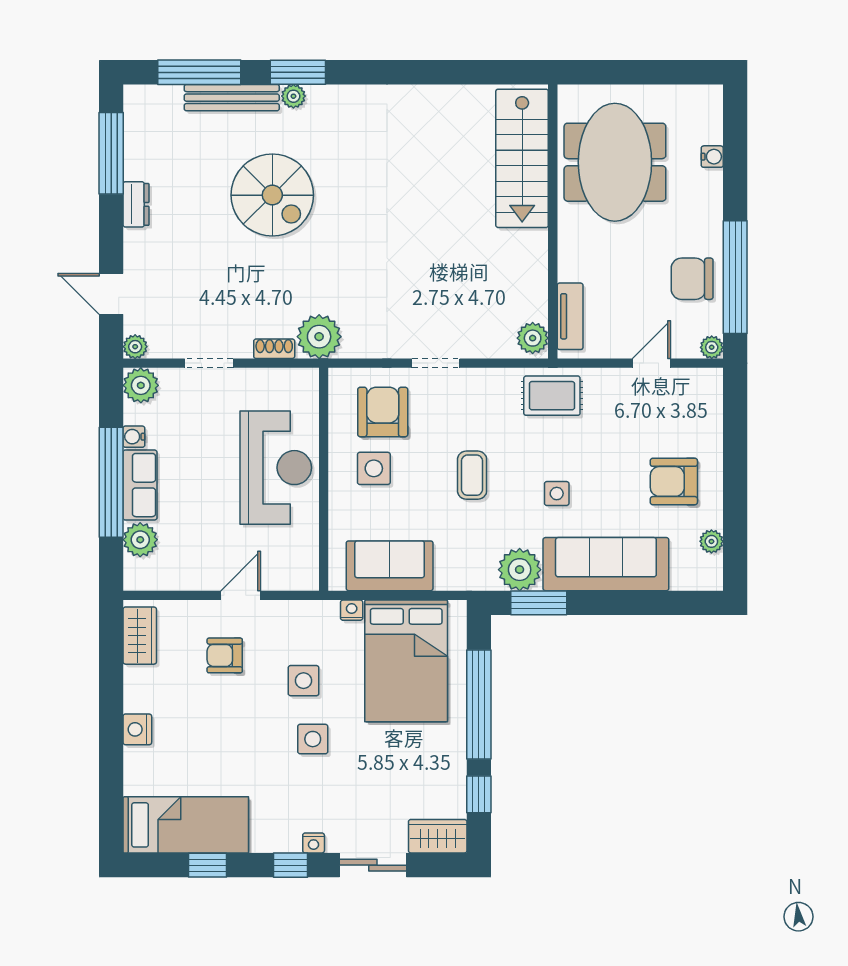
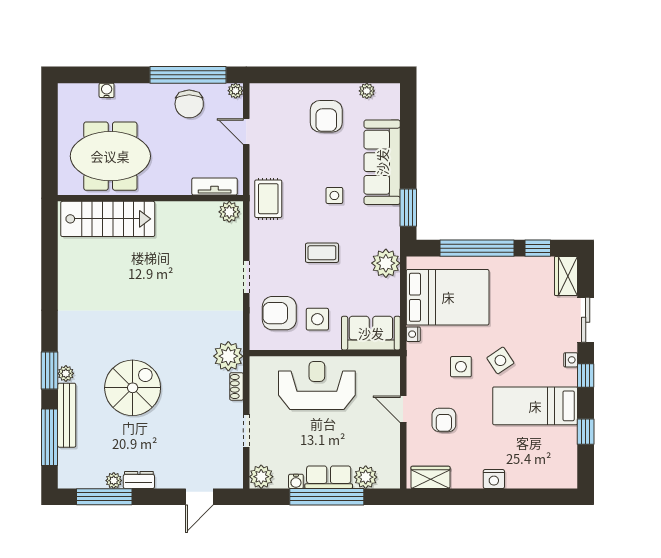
plant: (135, 347) -> (114, 481), moved
sofa: (390, 566) -> (371, 333), moved, turned 90
plant: (520, 570) -> (386, 263), moved
side table: (313, 739) -> (500, 360), turned -34
bed: (186, 825) -> (535, 406), moved, turned -90

